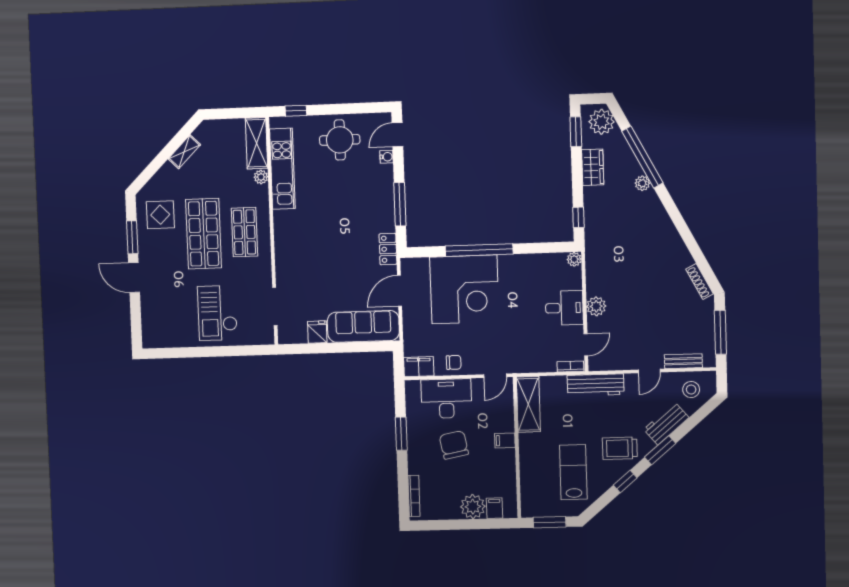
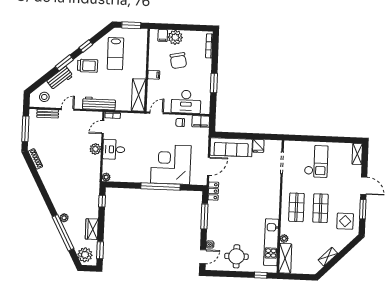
shop shelf: (204, 234) -> (321, 208), width x0.70, depth x0.74
shelving: (149, 330) -> (357, 154), added
chair: (454, 445) -> (178, 61), moved

